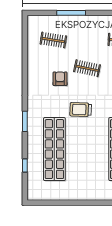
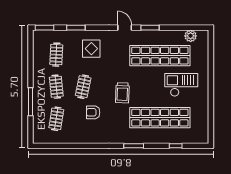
clothes rail: (87, 40) -> (56, 87), added
checkout: (89, 172) -> (181, 85), added

